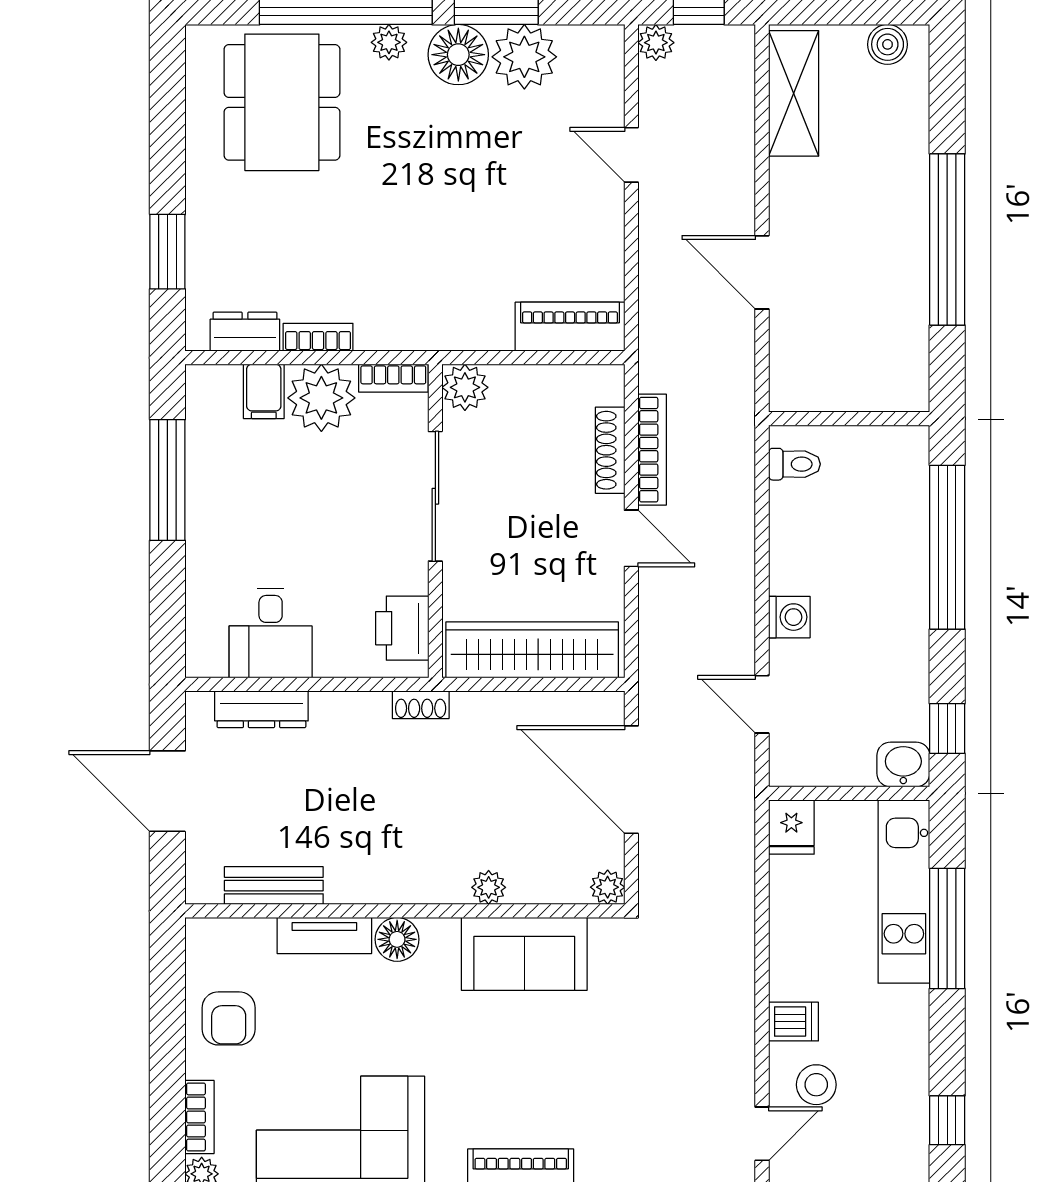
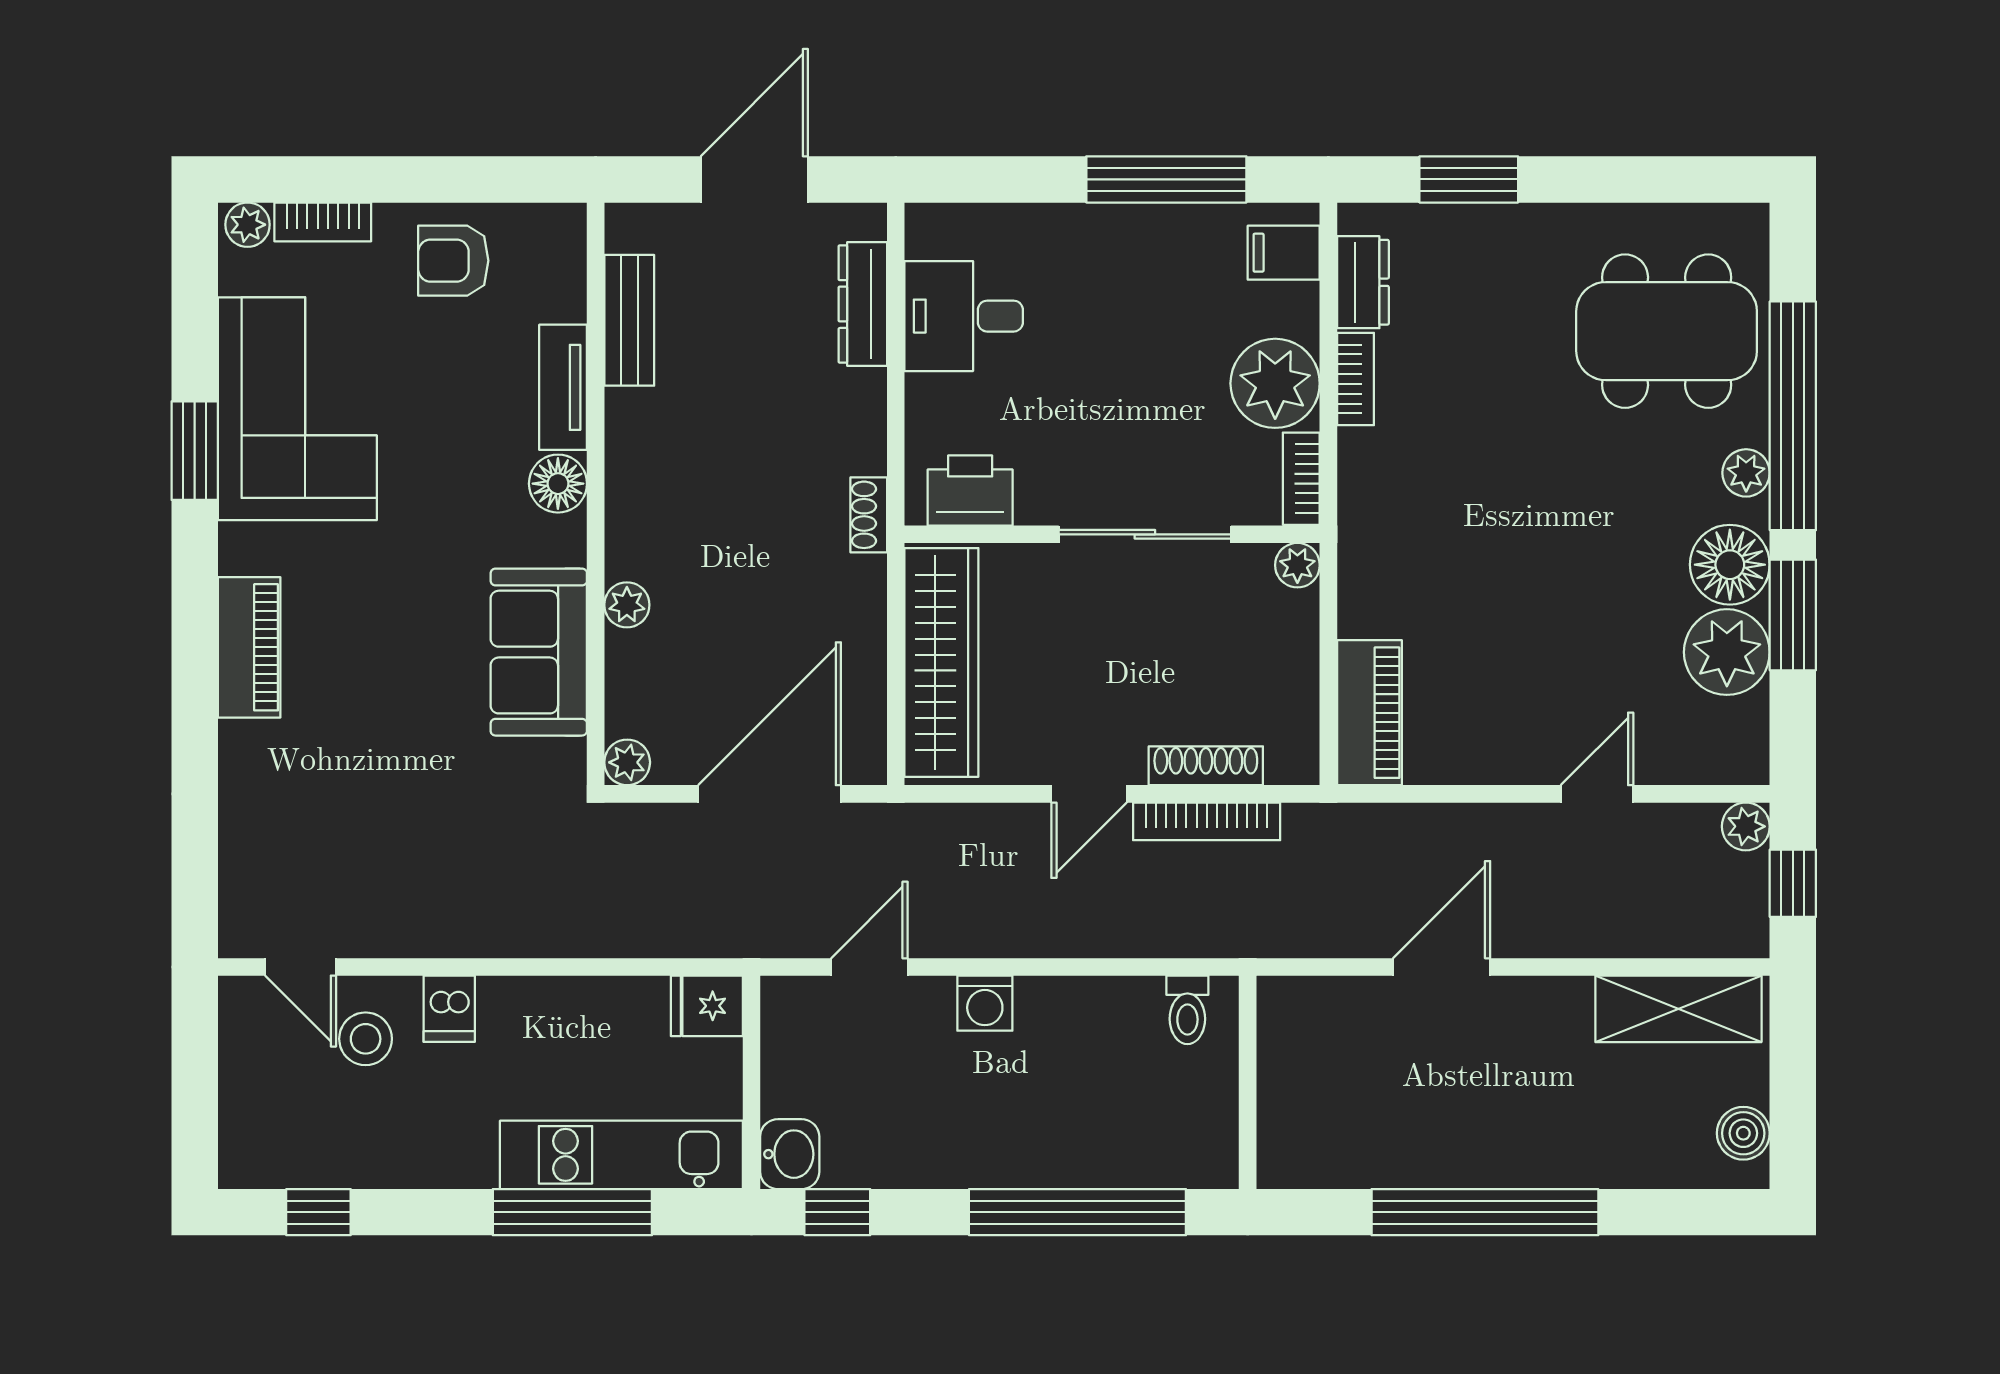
plant: (465, 387) -> (1297, 565), width x0.73, depth x0.73
filing cabinet: (264, 391) -> (1284, 253), moved

